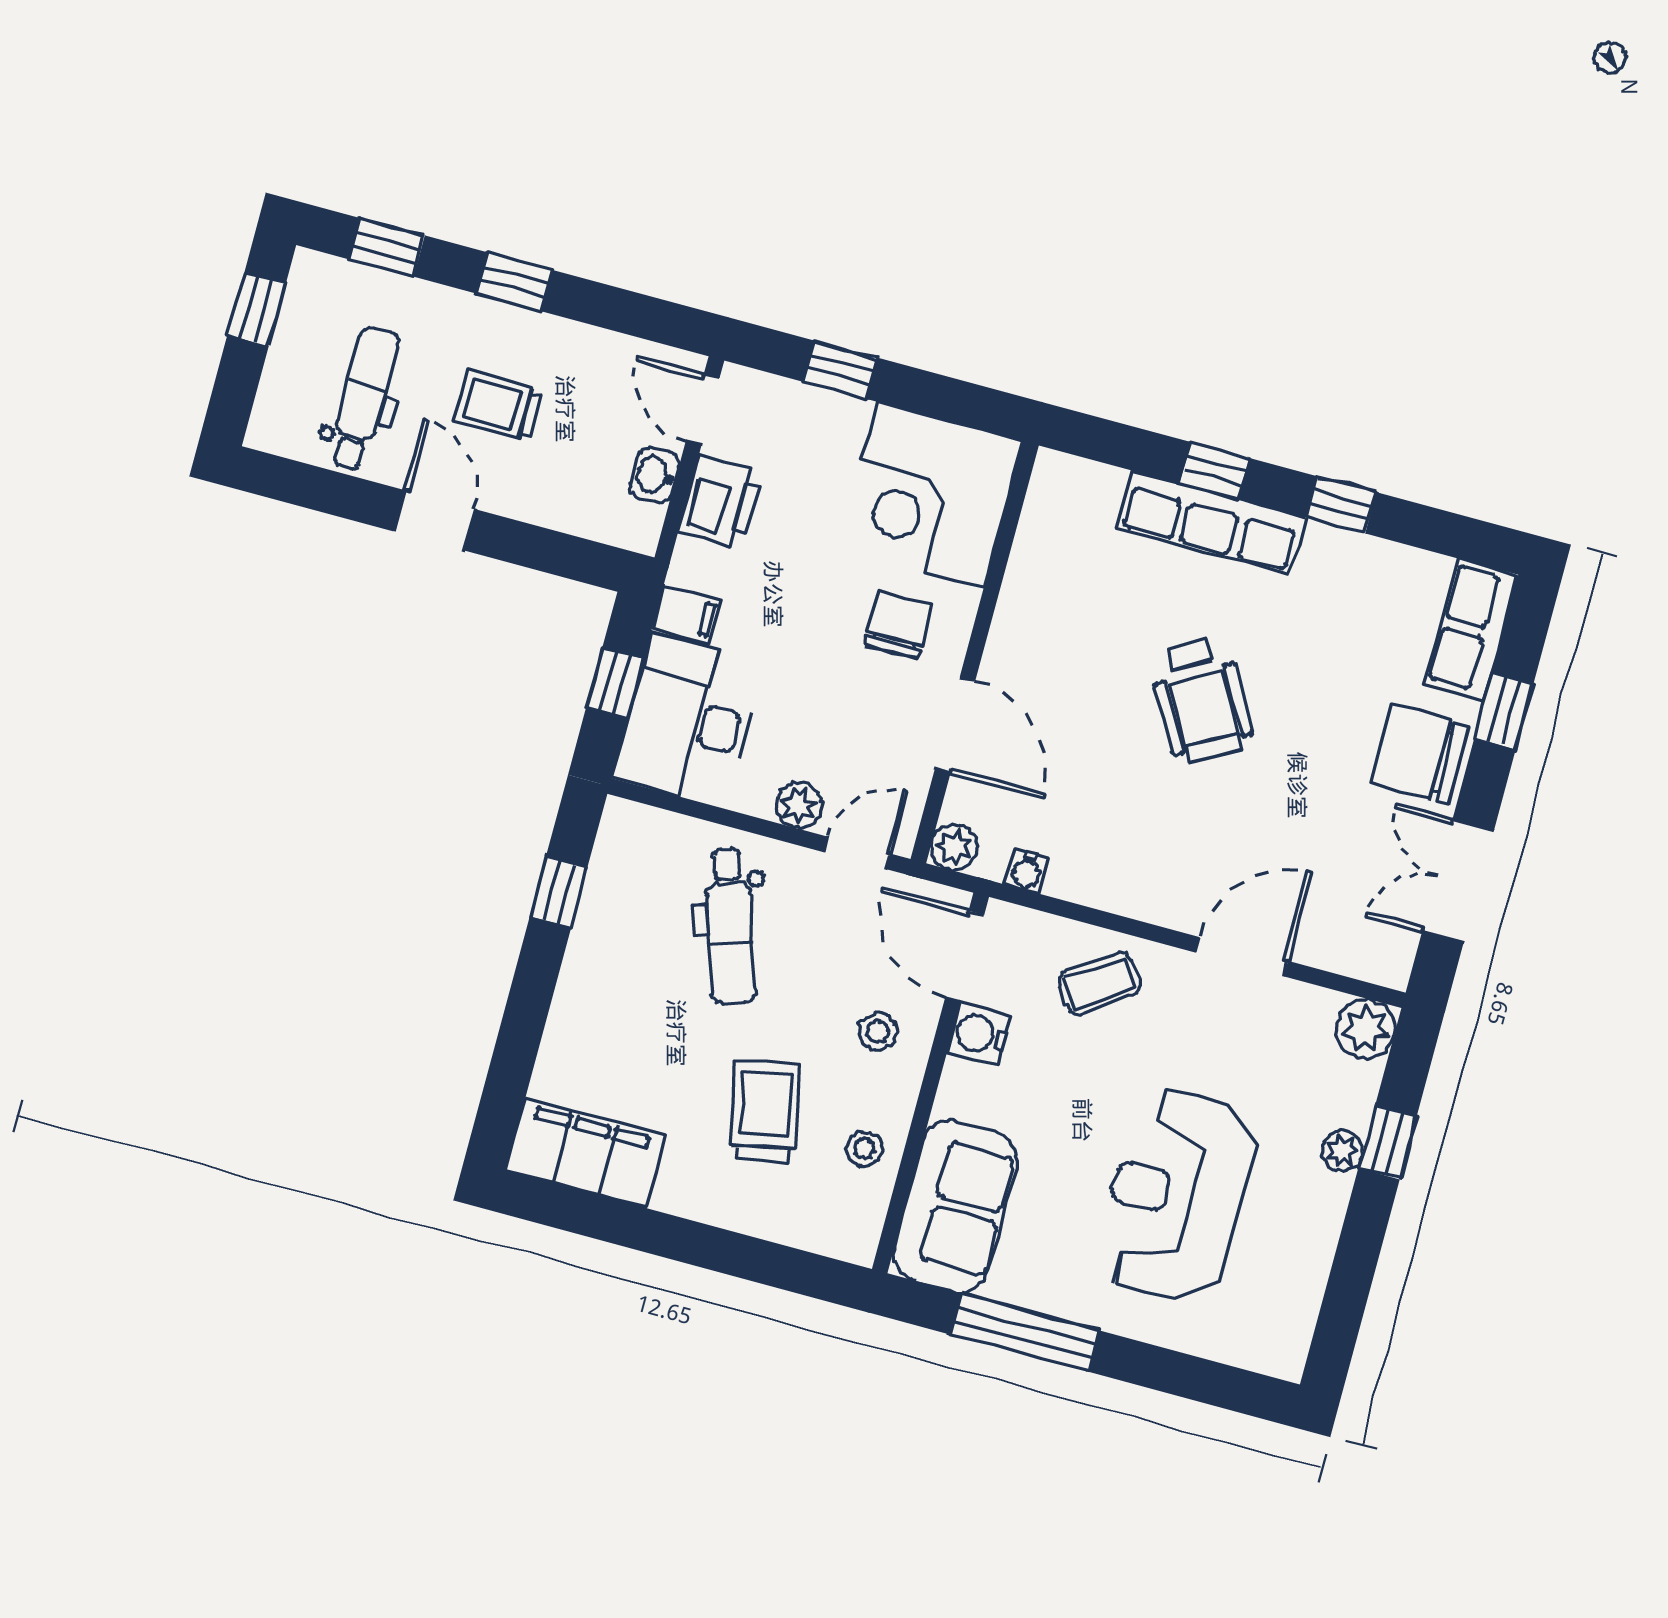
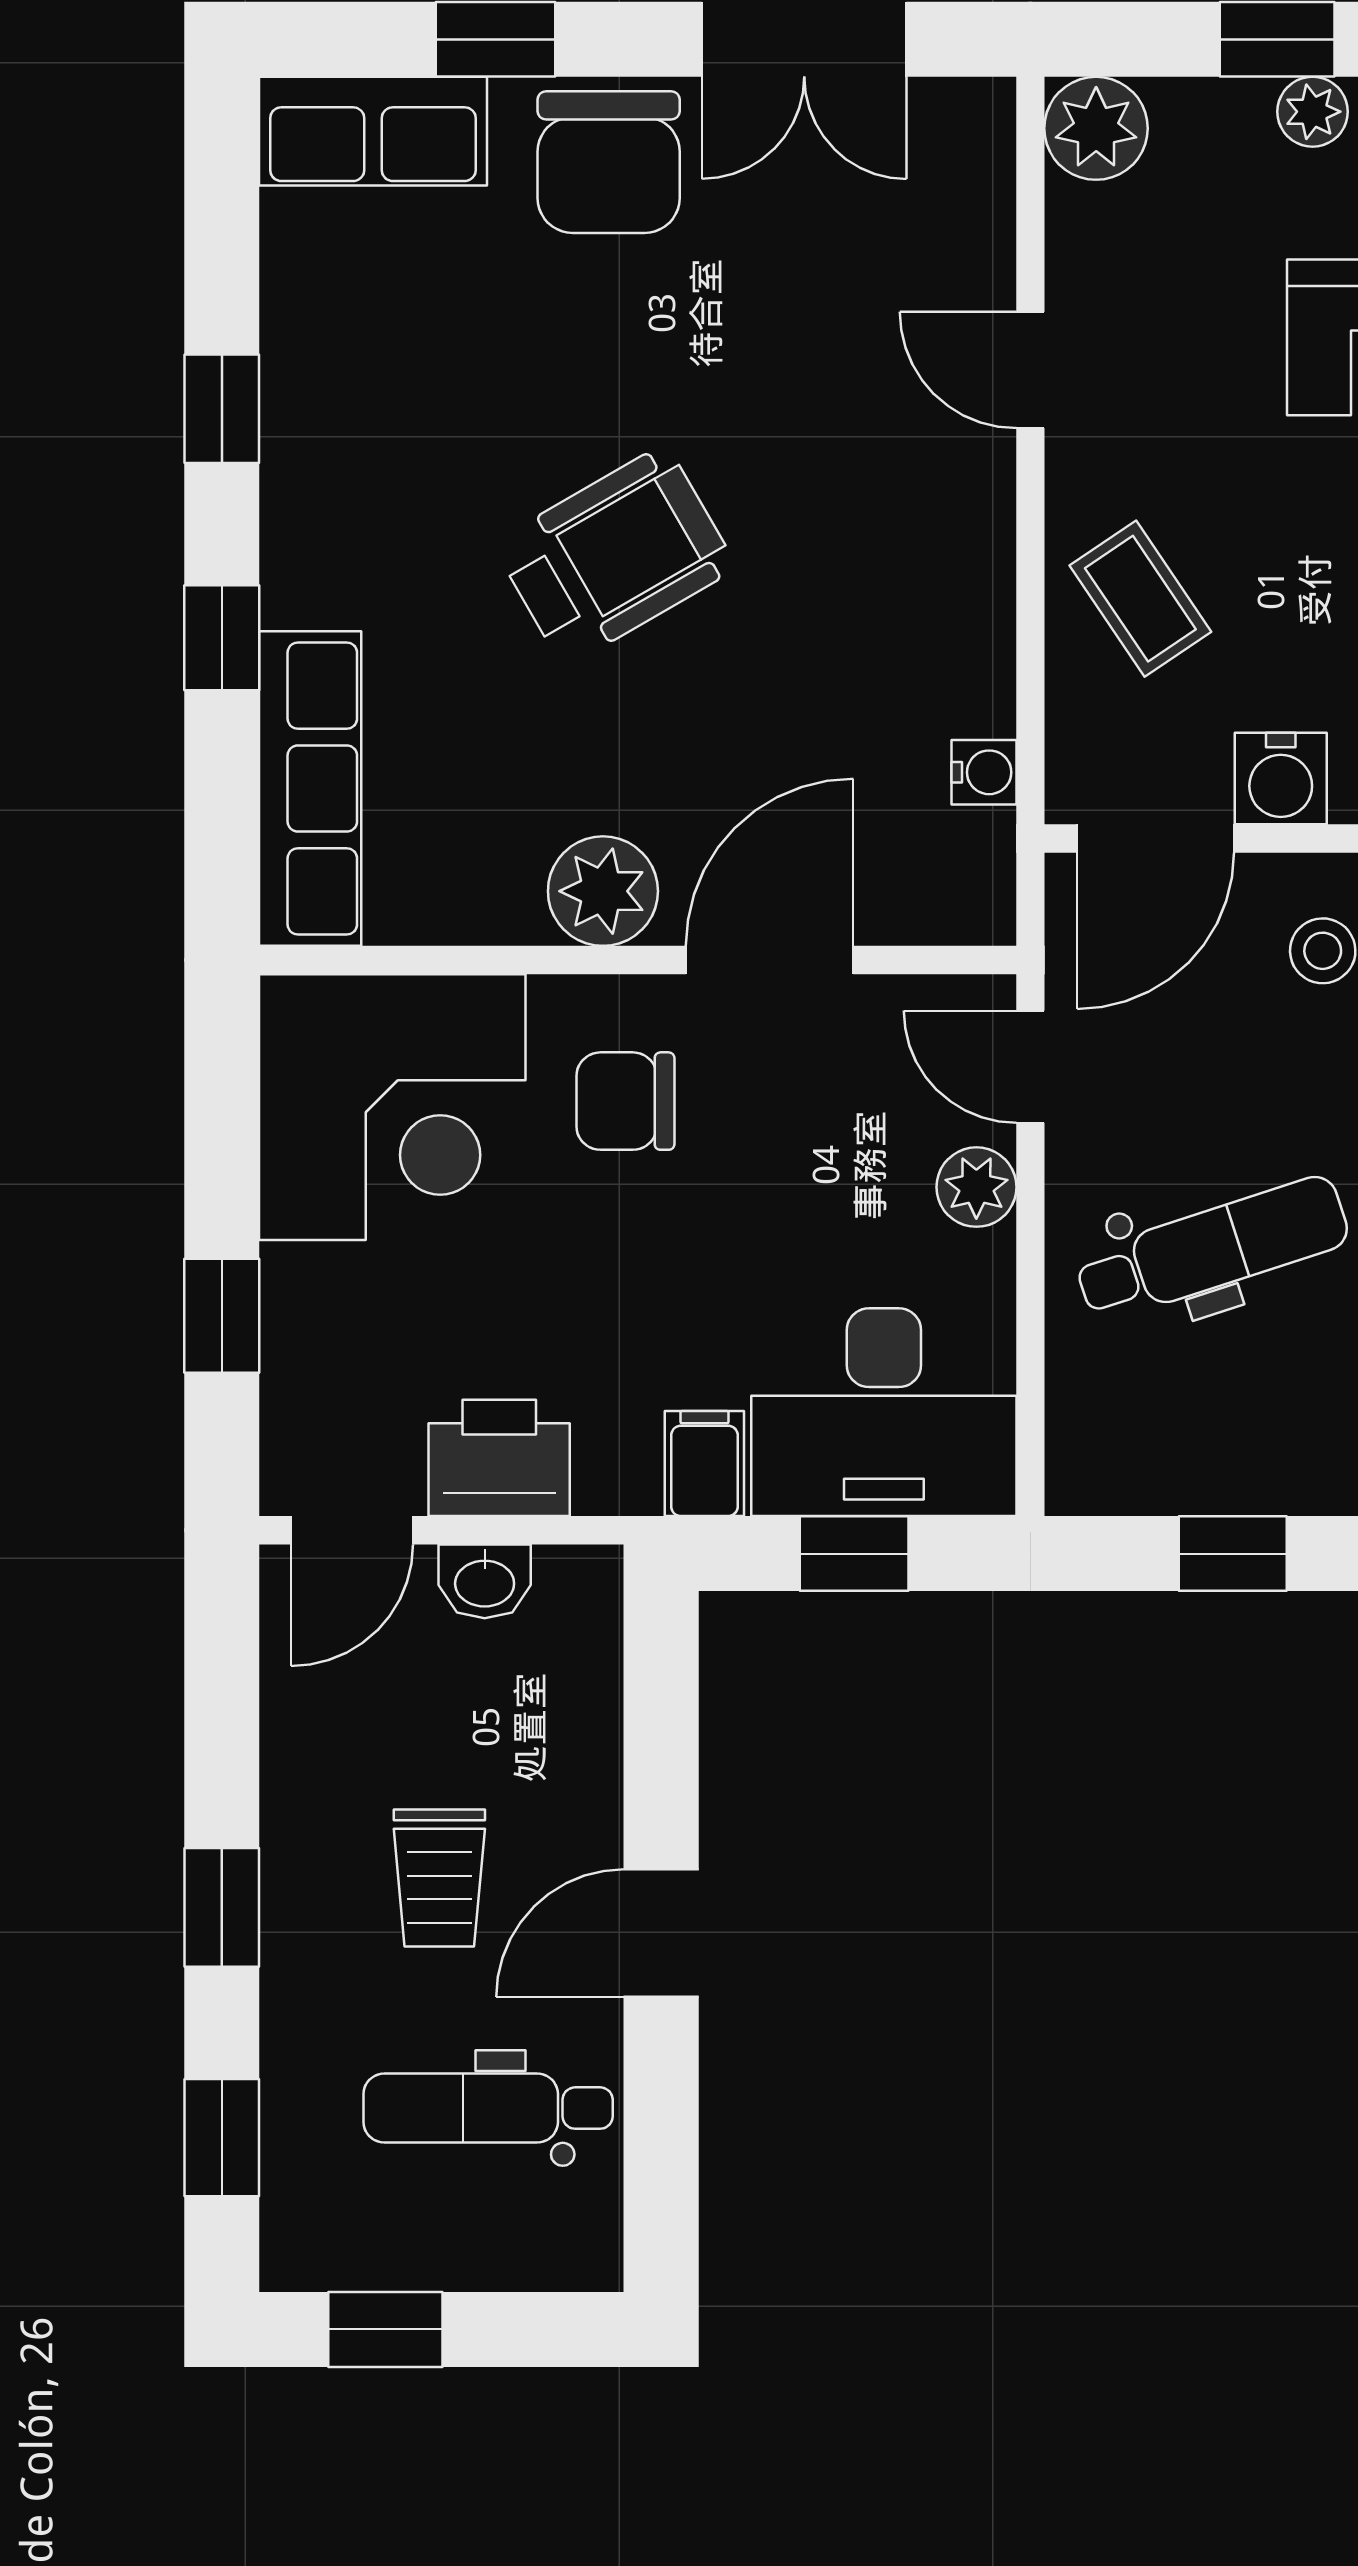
row of seats: (1211, 522) -> (310, 789), moved
plant: (954, 847) -> (603, 891), moved, width x1.38, depth x1.38
door: (1242, 957) -> (1030, 370), width x0.73

